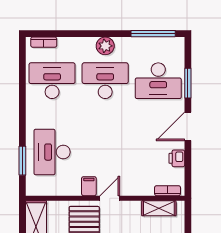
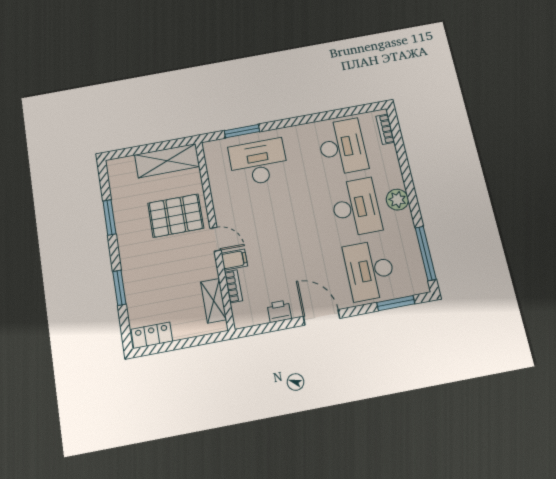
window: (188, 83) -> (396, 303), moved
filing cabinet: (89, 186) -> (234, 260), moved
bookcase: (168, 191) -> (233, 286), moved

